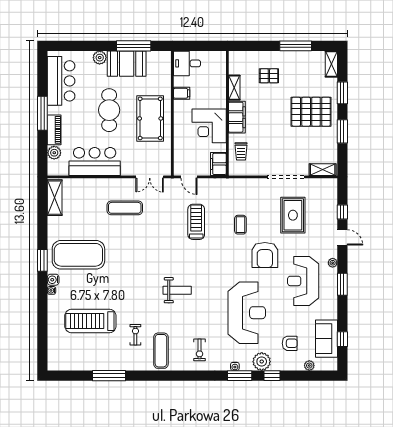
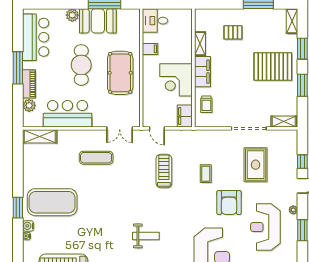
shelving: (55, 198) -> (40, 136), moved, turned 90

